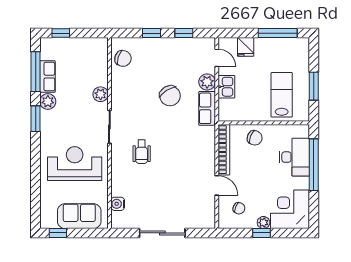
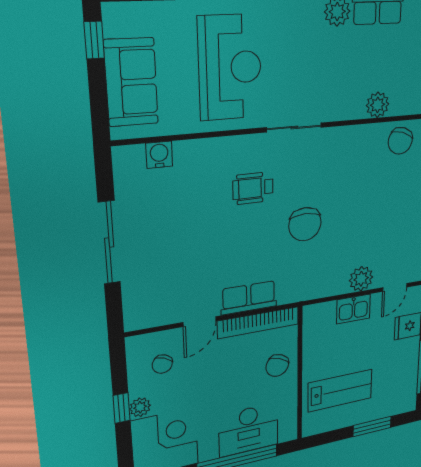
window: (314, 86) -> (372, 427), moved
plant: (101, 94) -> (378, 105), moved
chair: (170, 96) -> (305, 224), moved, turned -58
row of seats: (207, 108) -> (249, 298), moved

